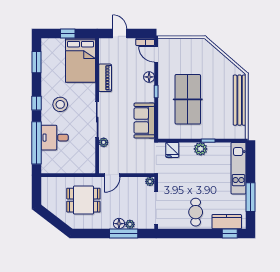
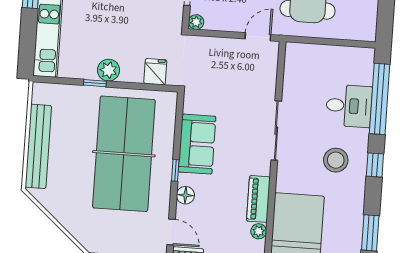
table tennis table: (188, 99) -> (124, 154), width x1.36, depth x1.32
sofa: (144, 121) -> (197, 144), moved
plant: (104, 142) -> (259, 231), moved

